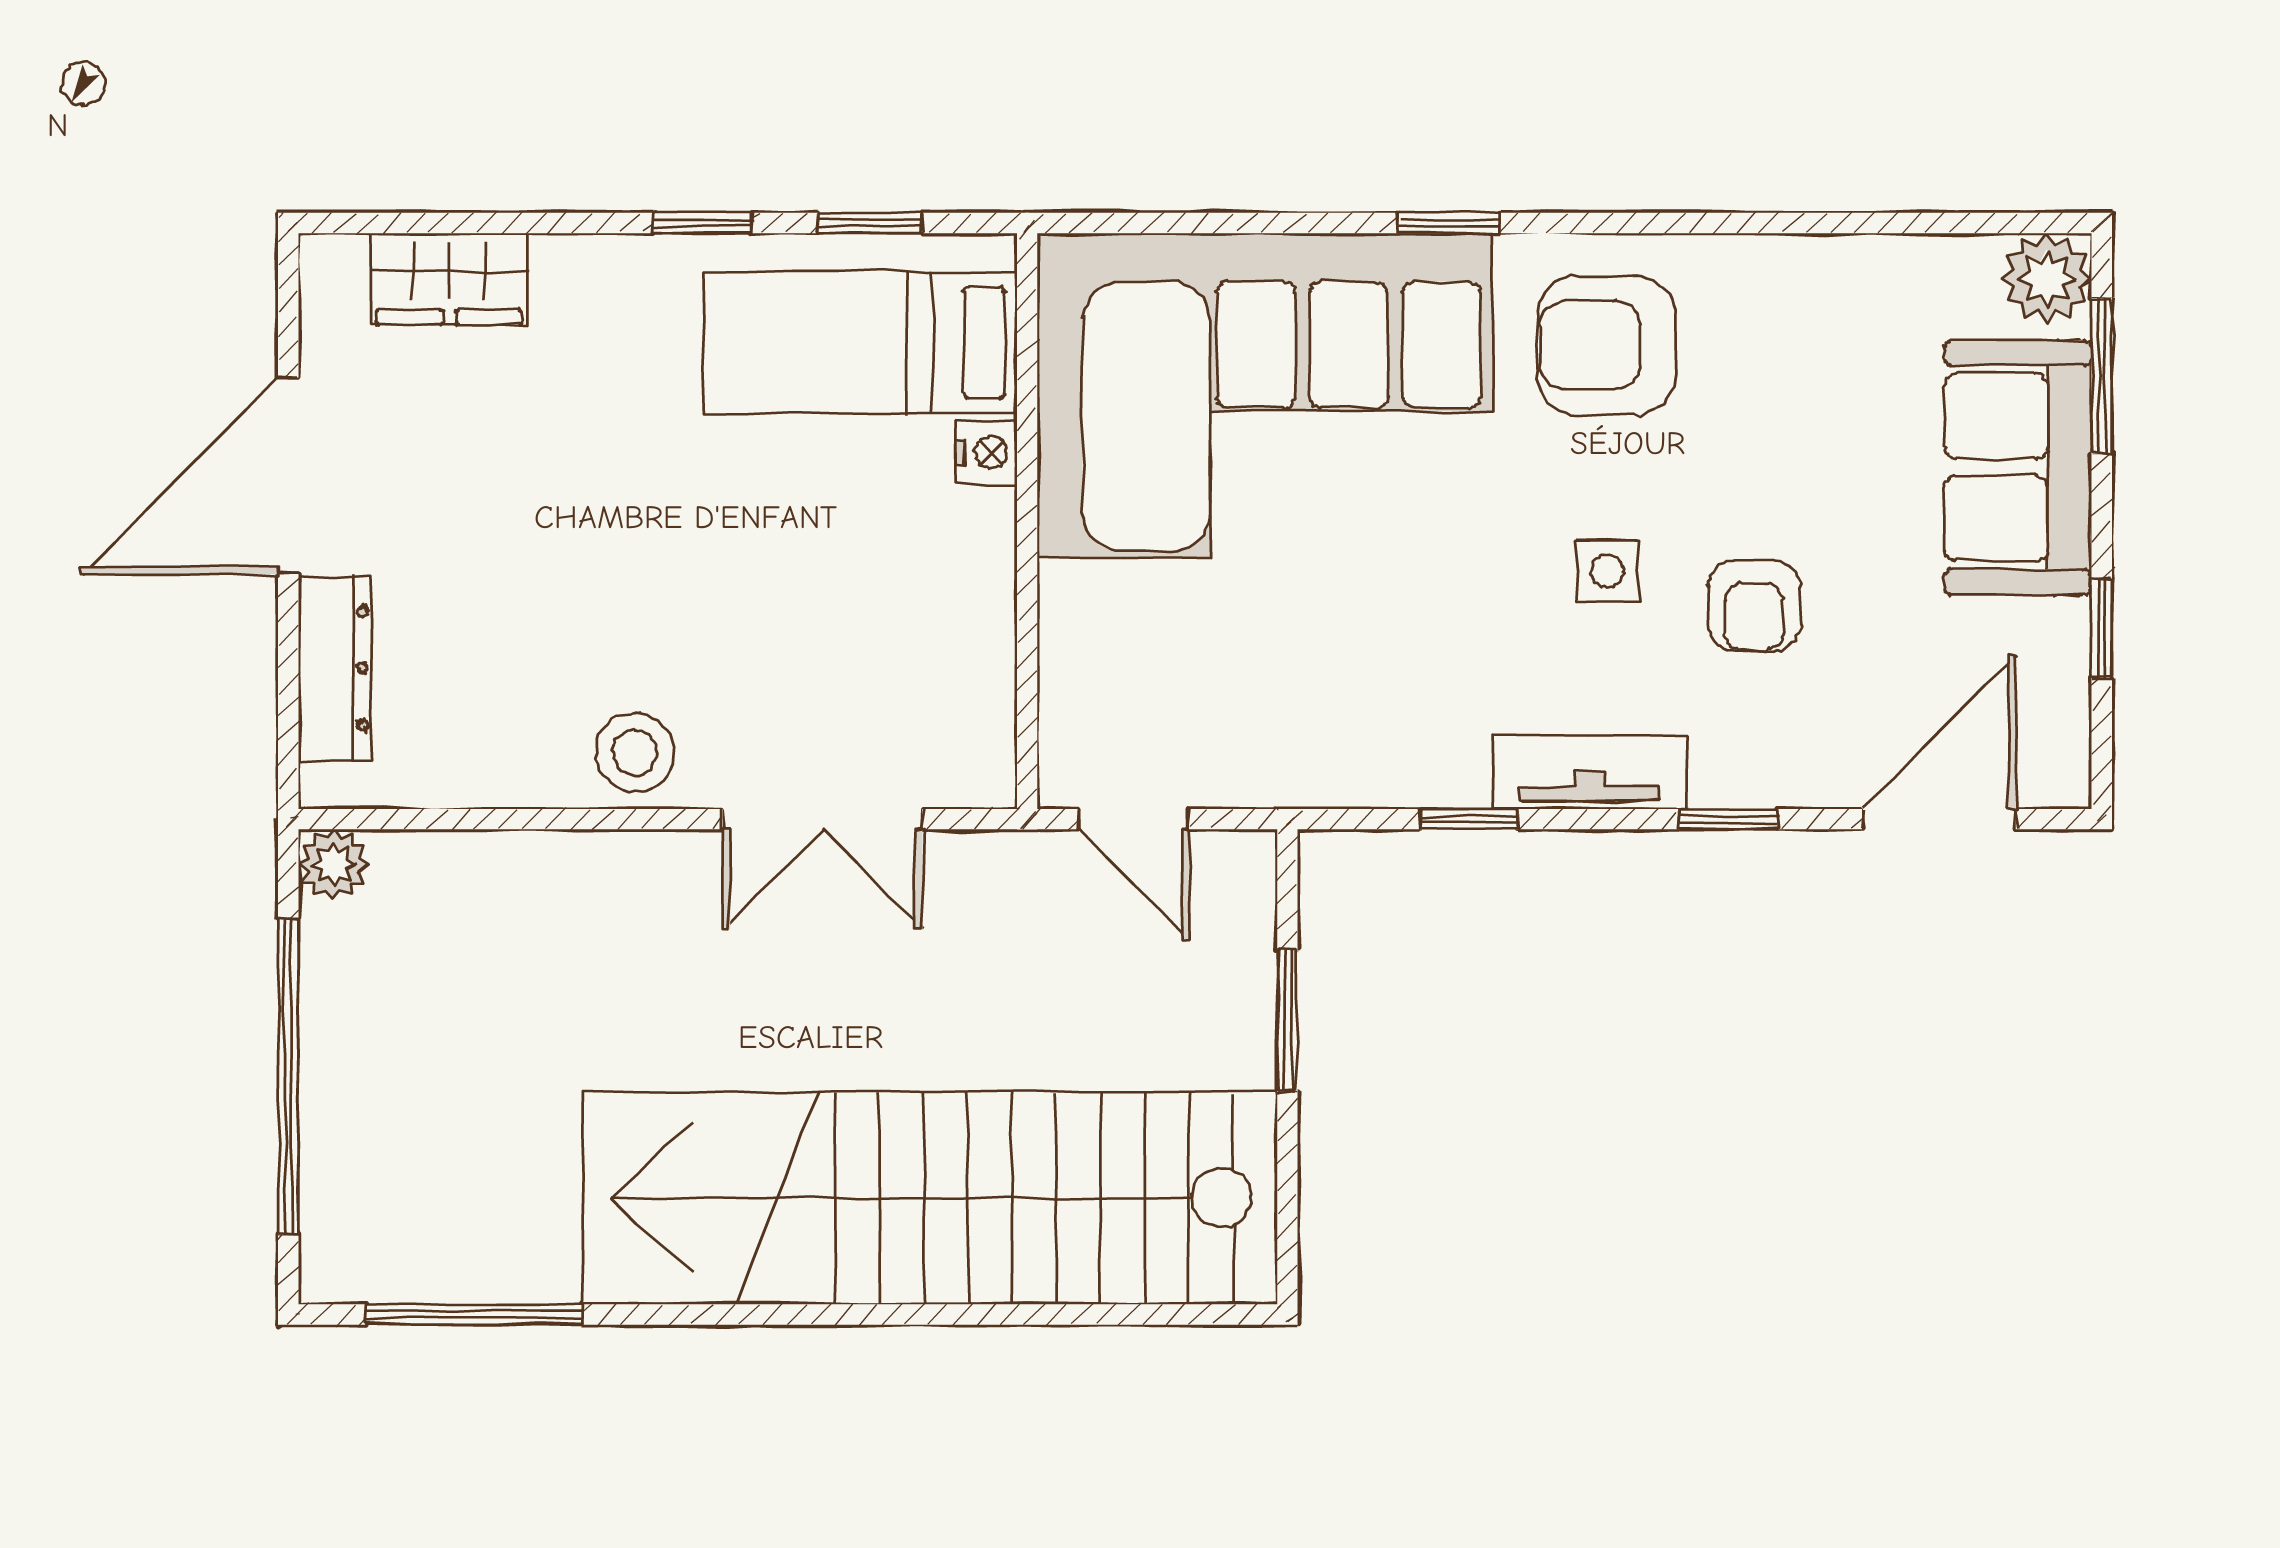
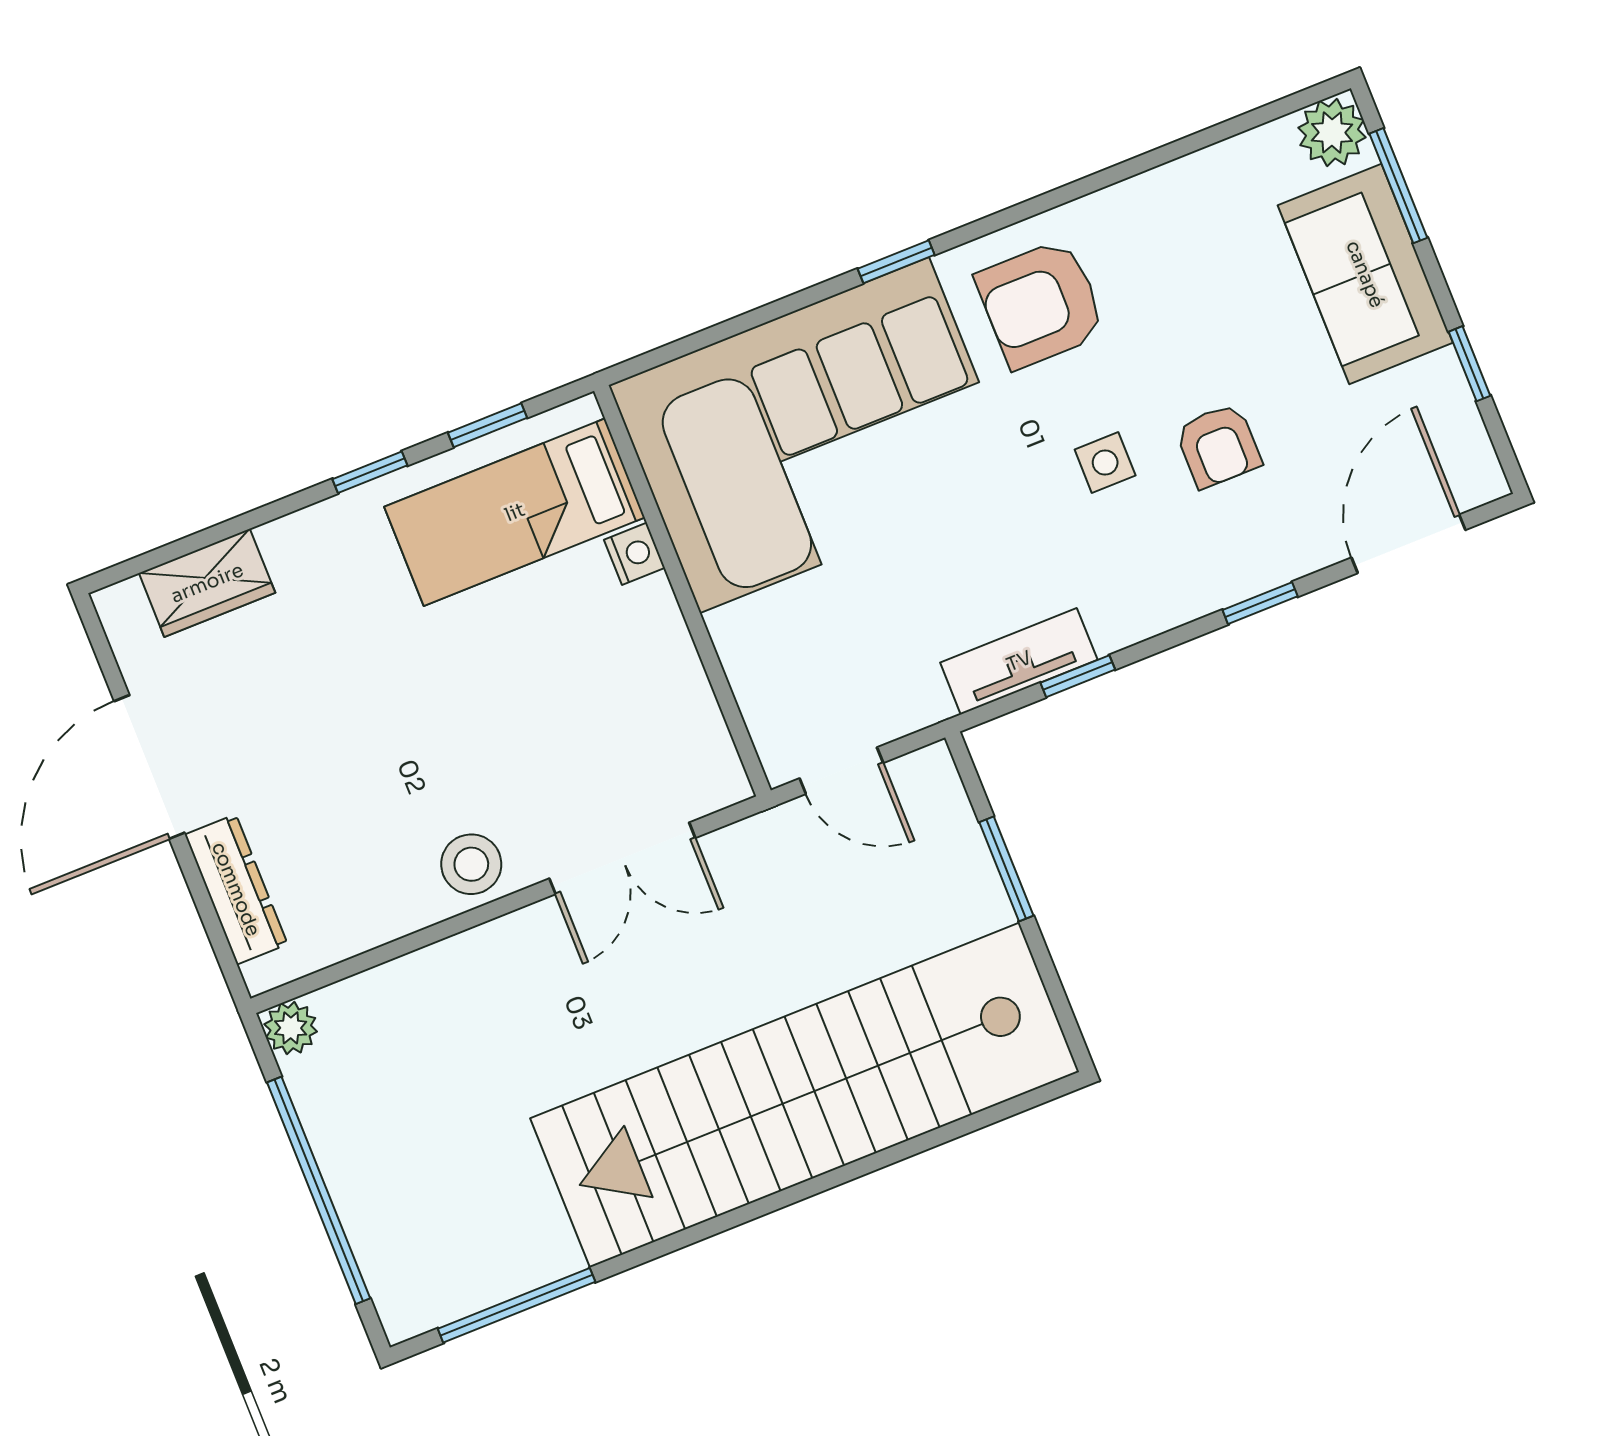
tv unit: (1590, 772) -> (1019, 661), moved

